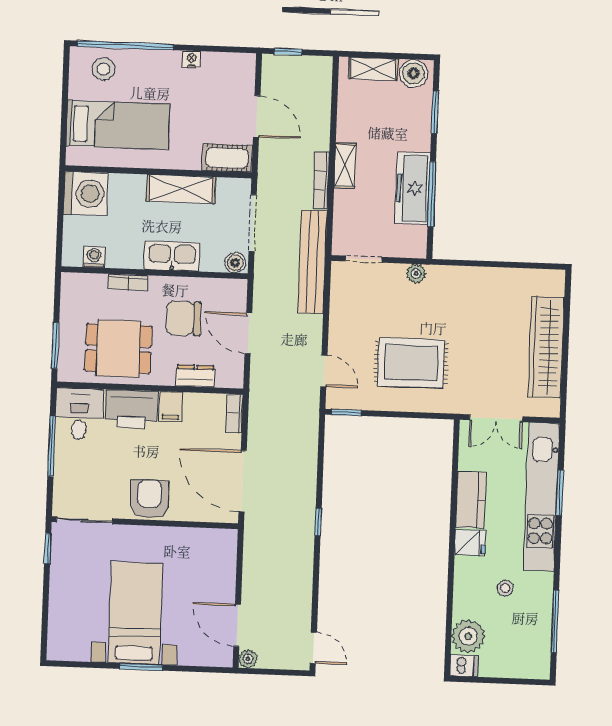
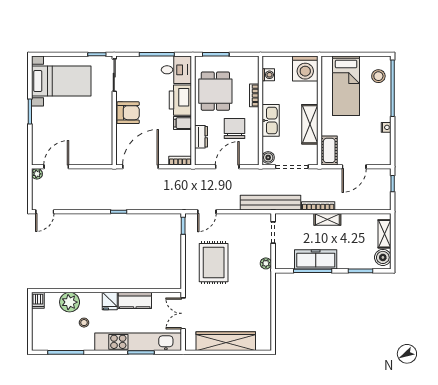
bed with nightstands: (135, 613) -> (61, 81), moved
plant: (468, 636) -> (70, 302), moved

